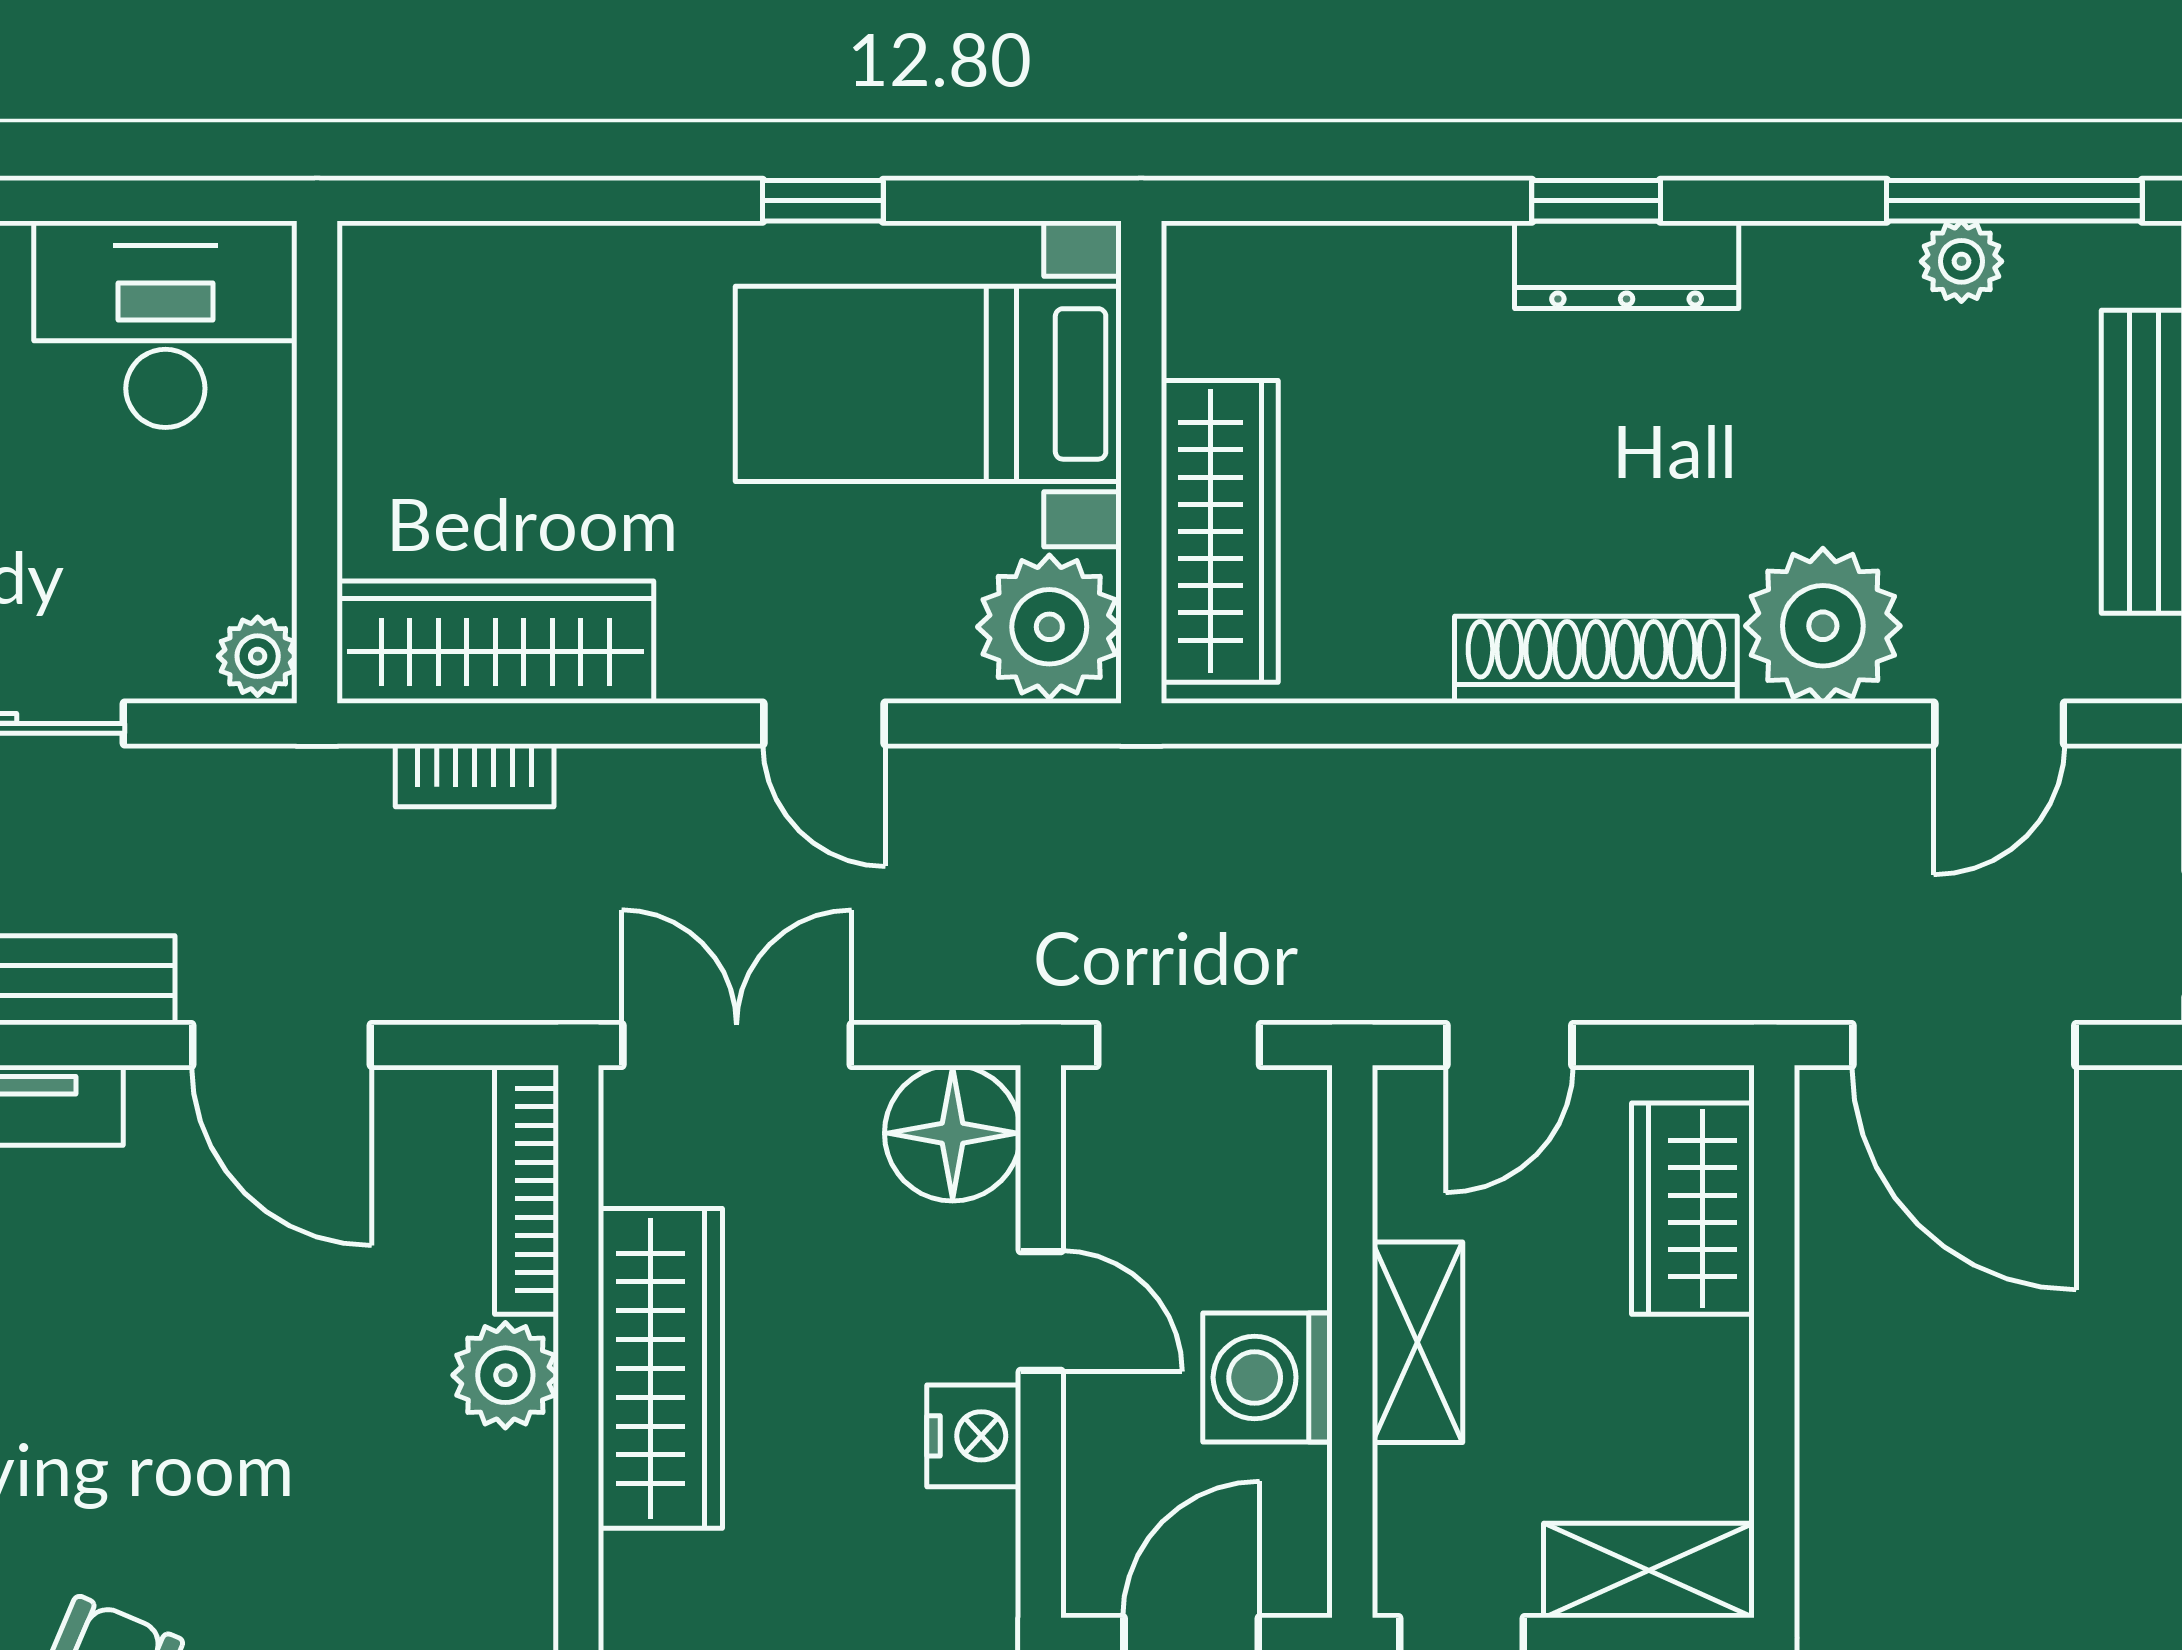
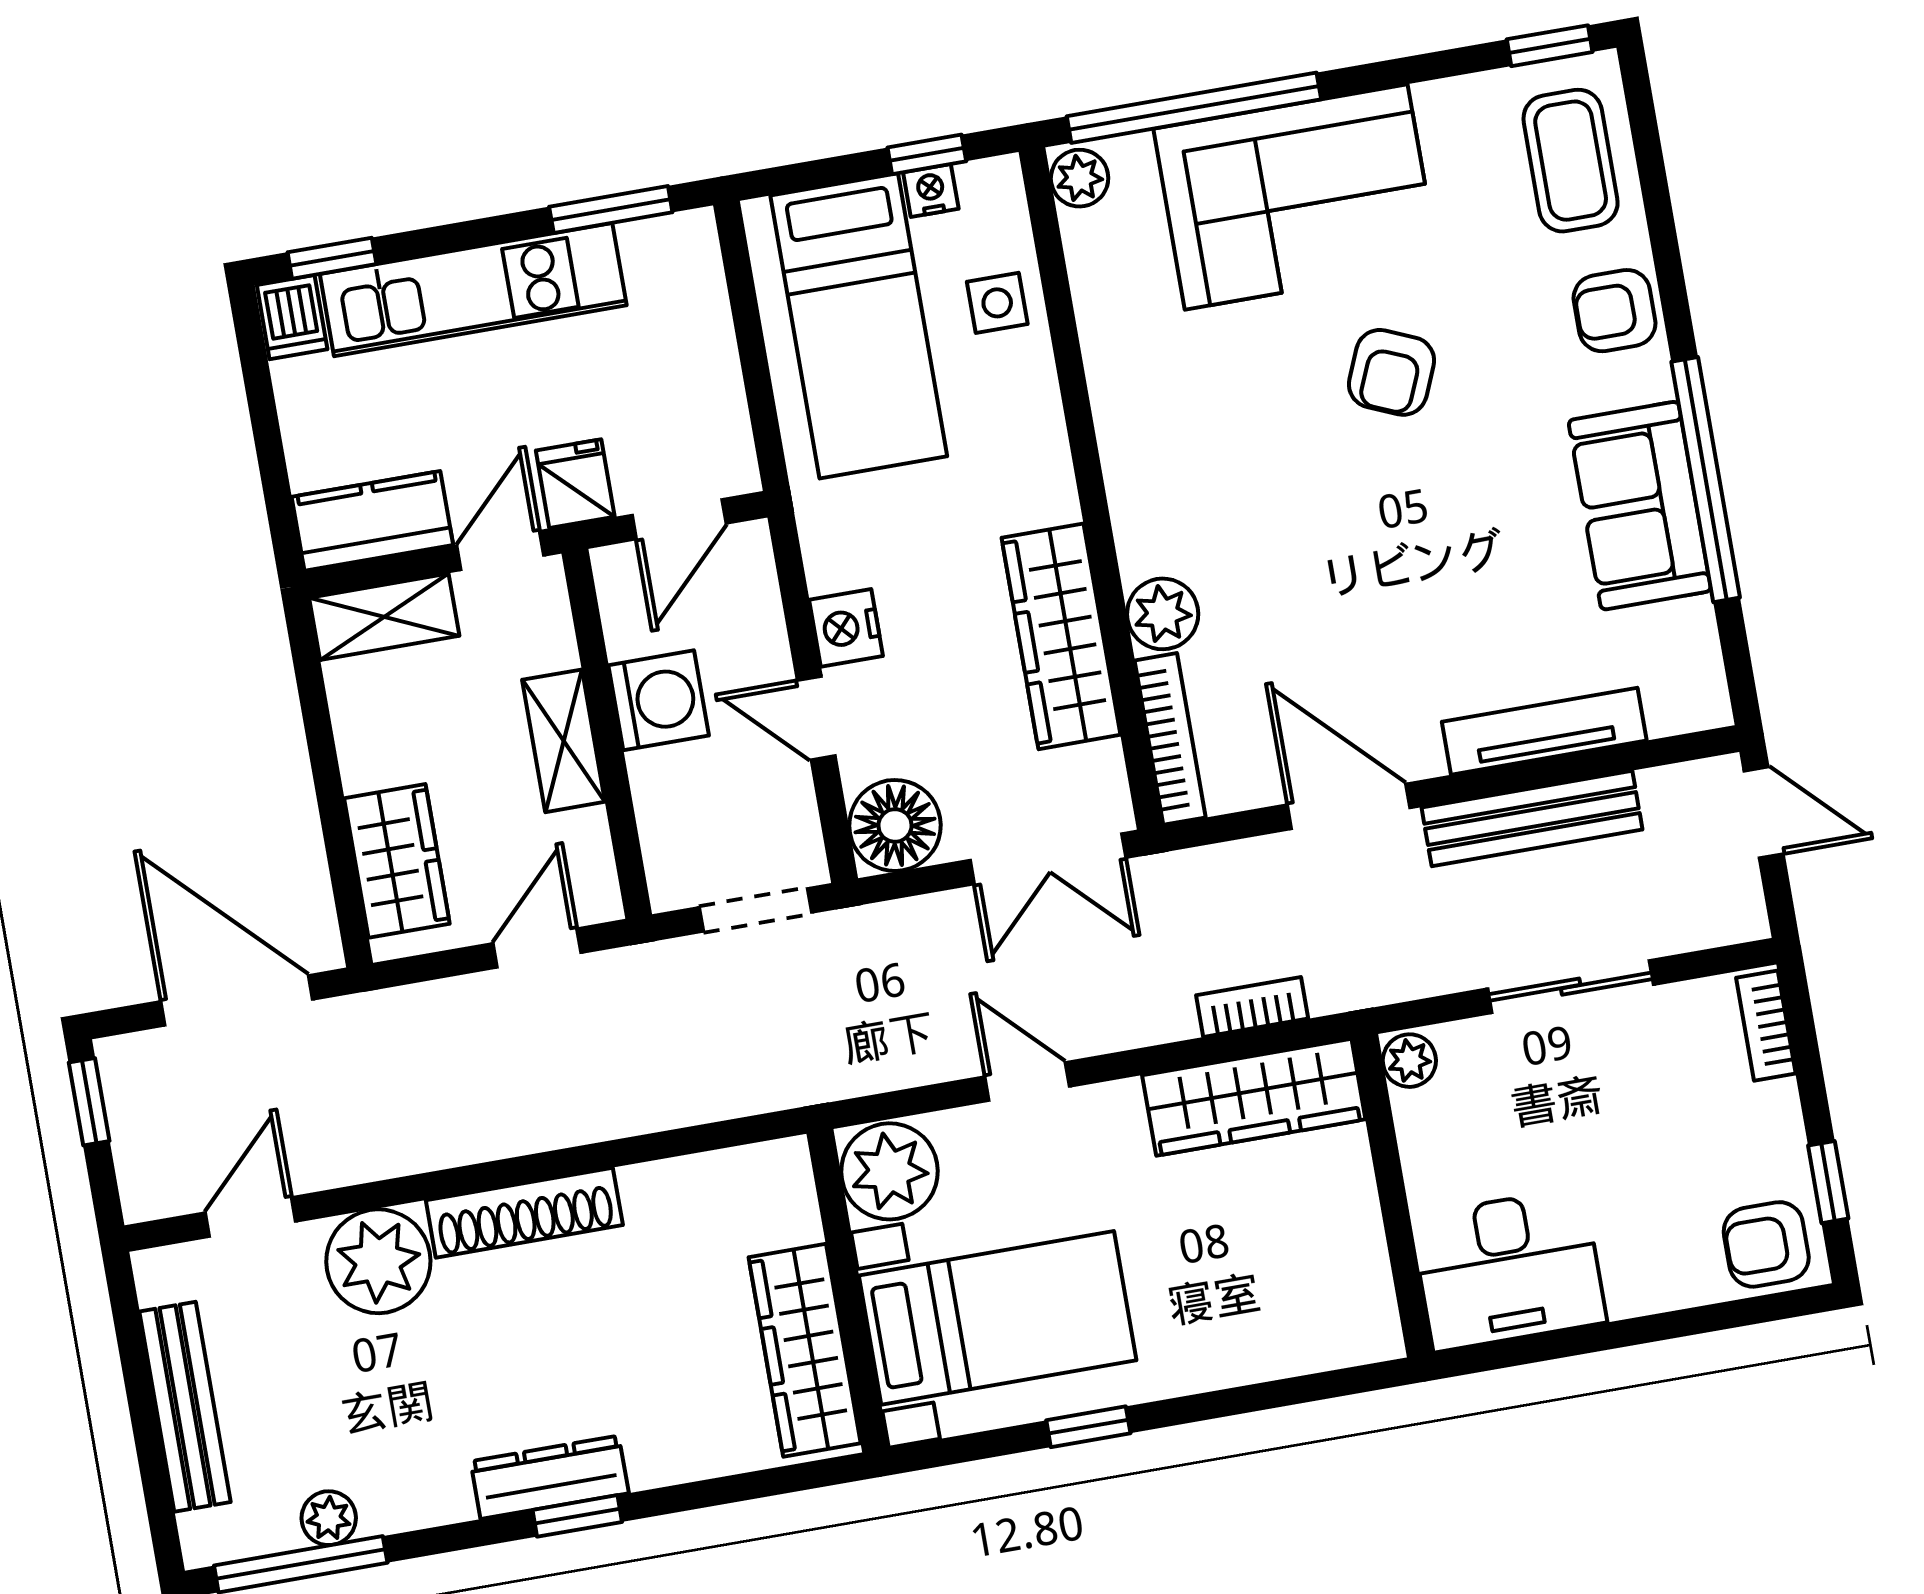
wardrobe: (1220, 531) -> (805, 1350), moved

